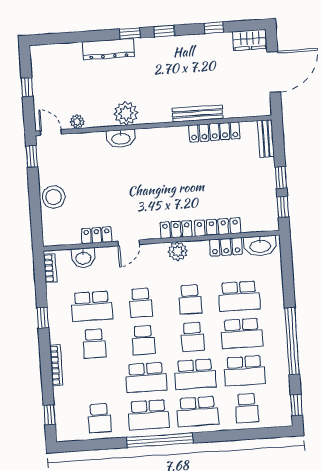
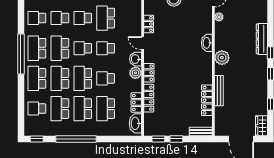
plant: (126, 113) -> (222, 58), moved
washbasin: (83, 258) -> (136, 59), moved
school desk: (193, 337) -> (83, 78), width x1.85
school desk: (97, 381) -> (60, 18), added

